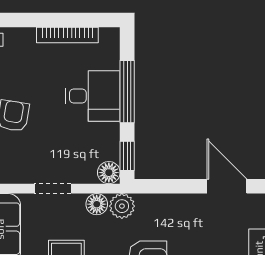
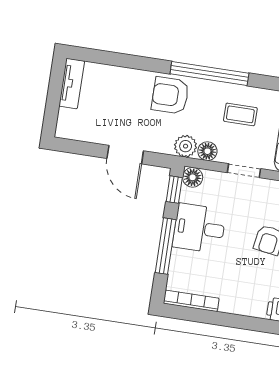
bookcase: (67, 35) -> (191, 301), moved
desk: (93, 96) -> (199, 228), moved
door: (227, 186) -> (125, 155), moved

